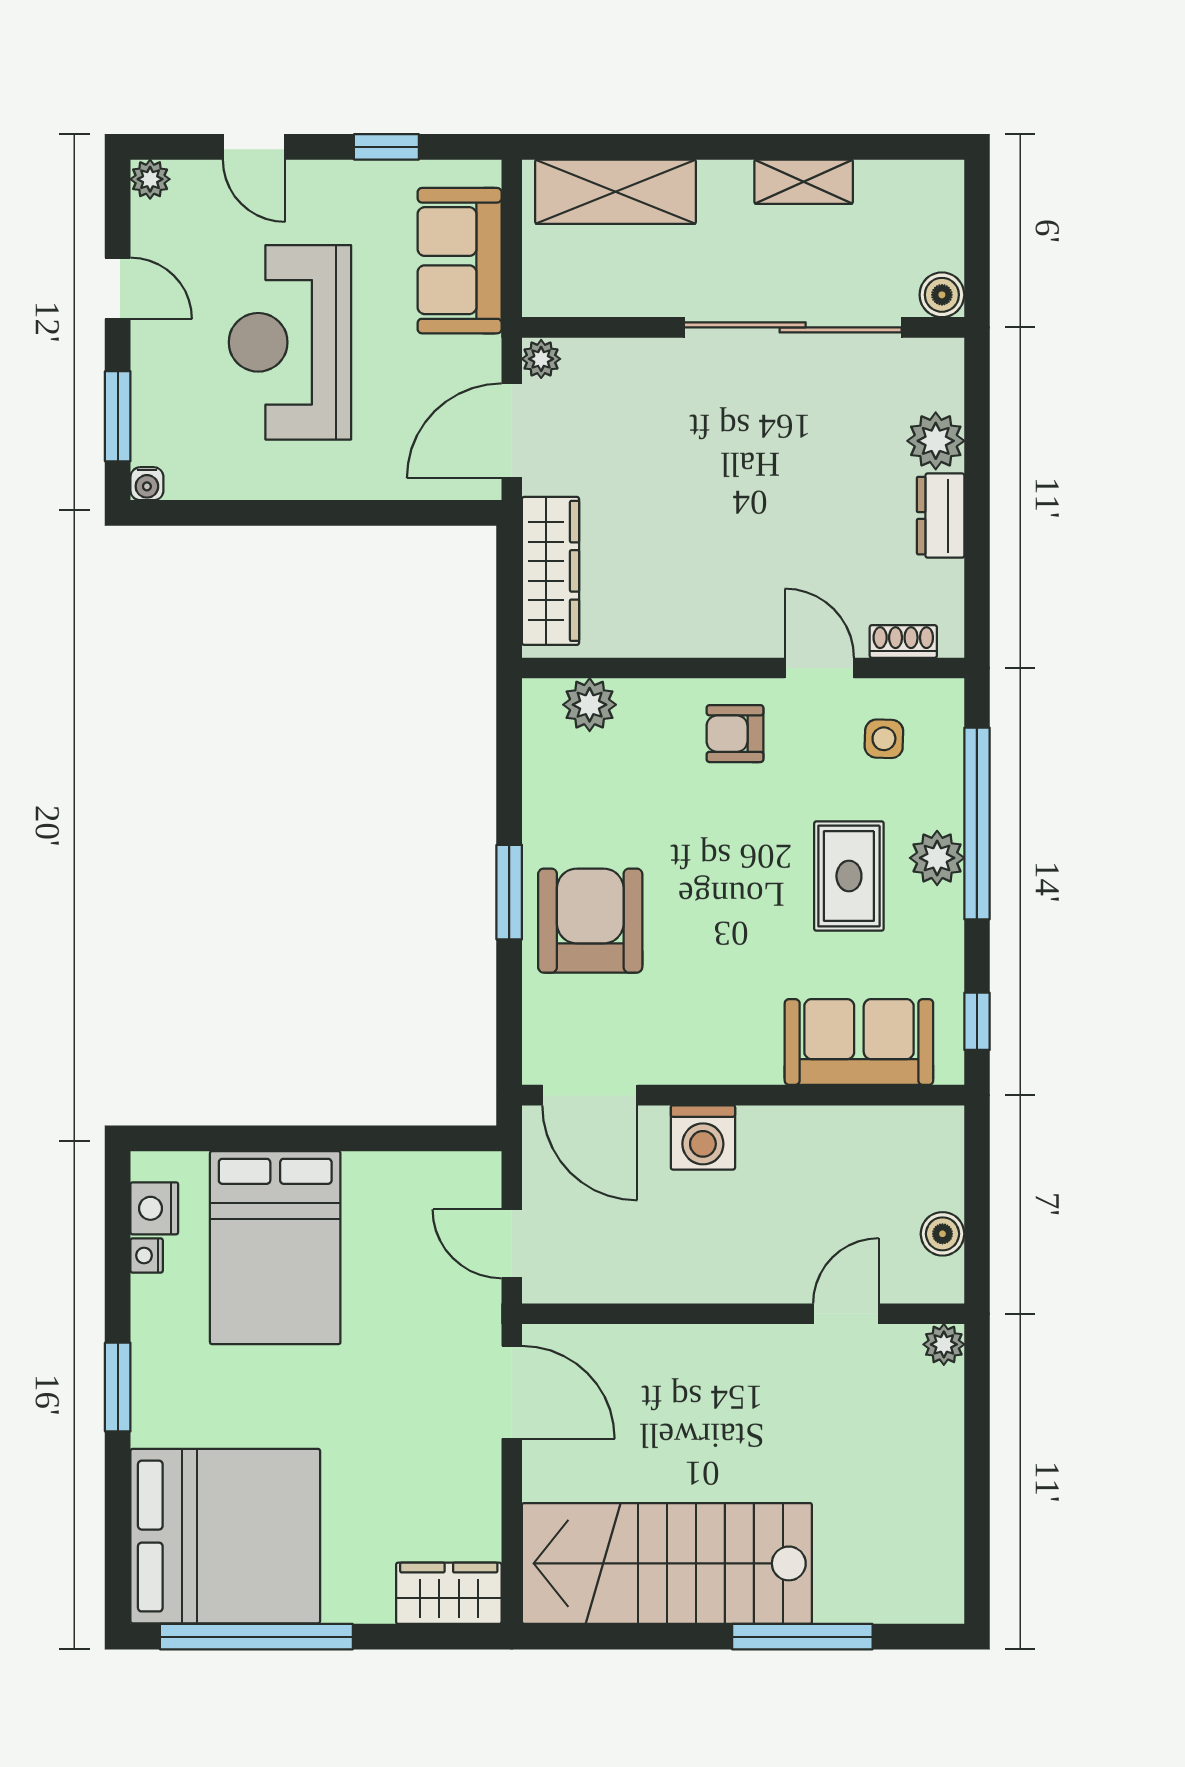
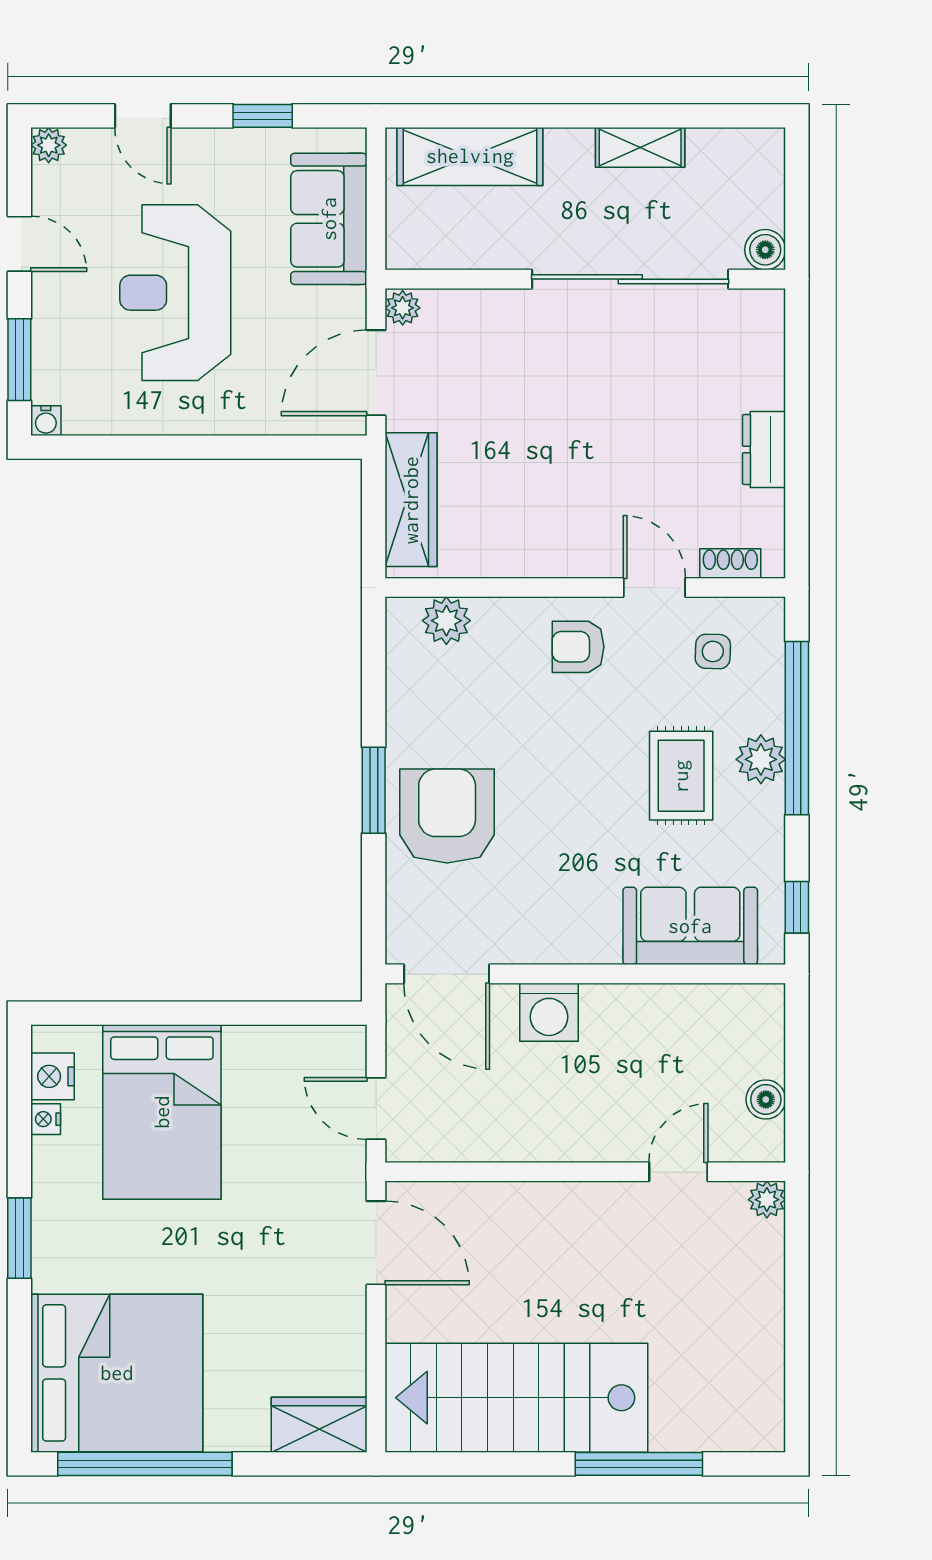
plant: (936, 441) -> (760, 382), removed

